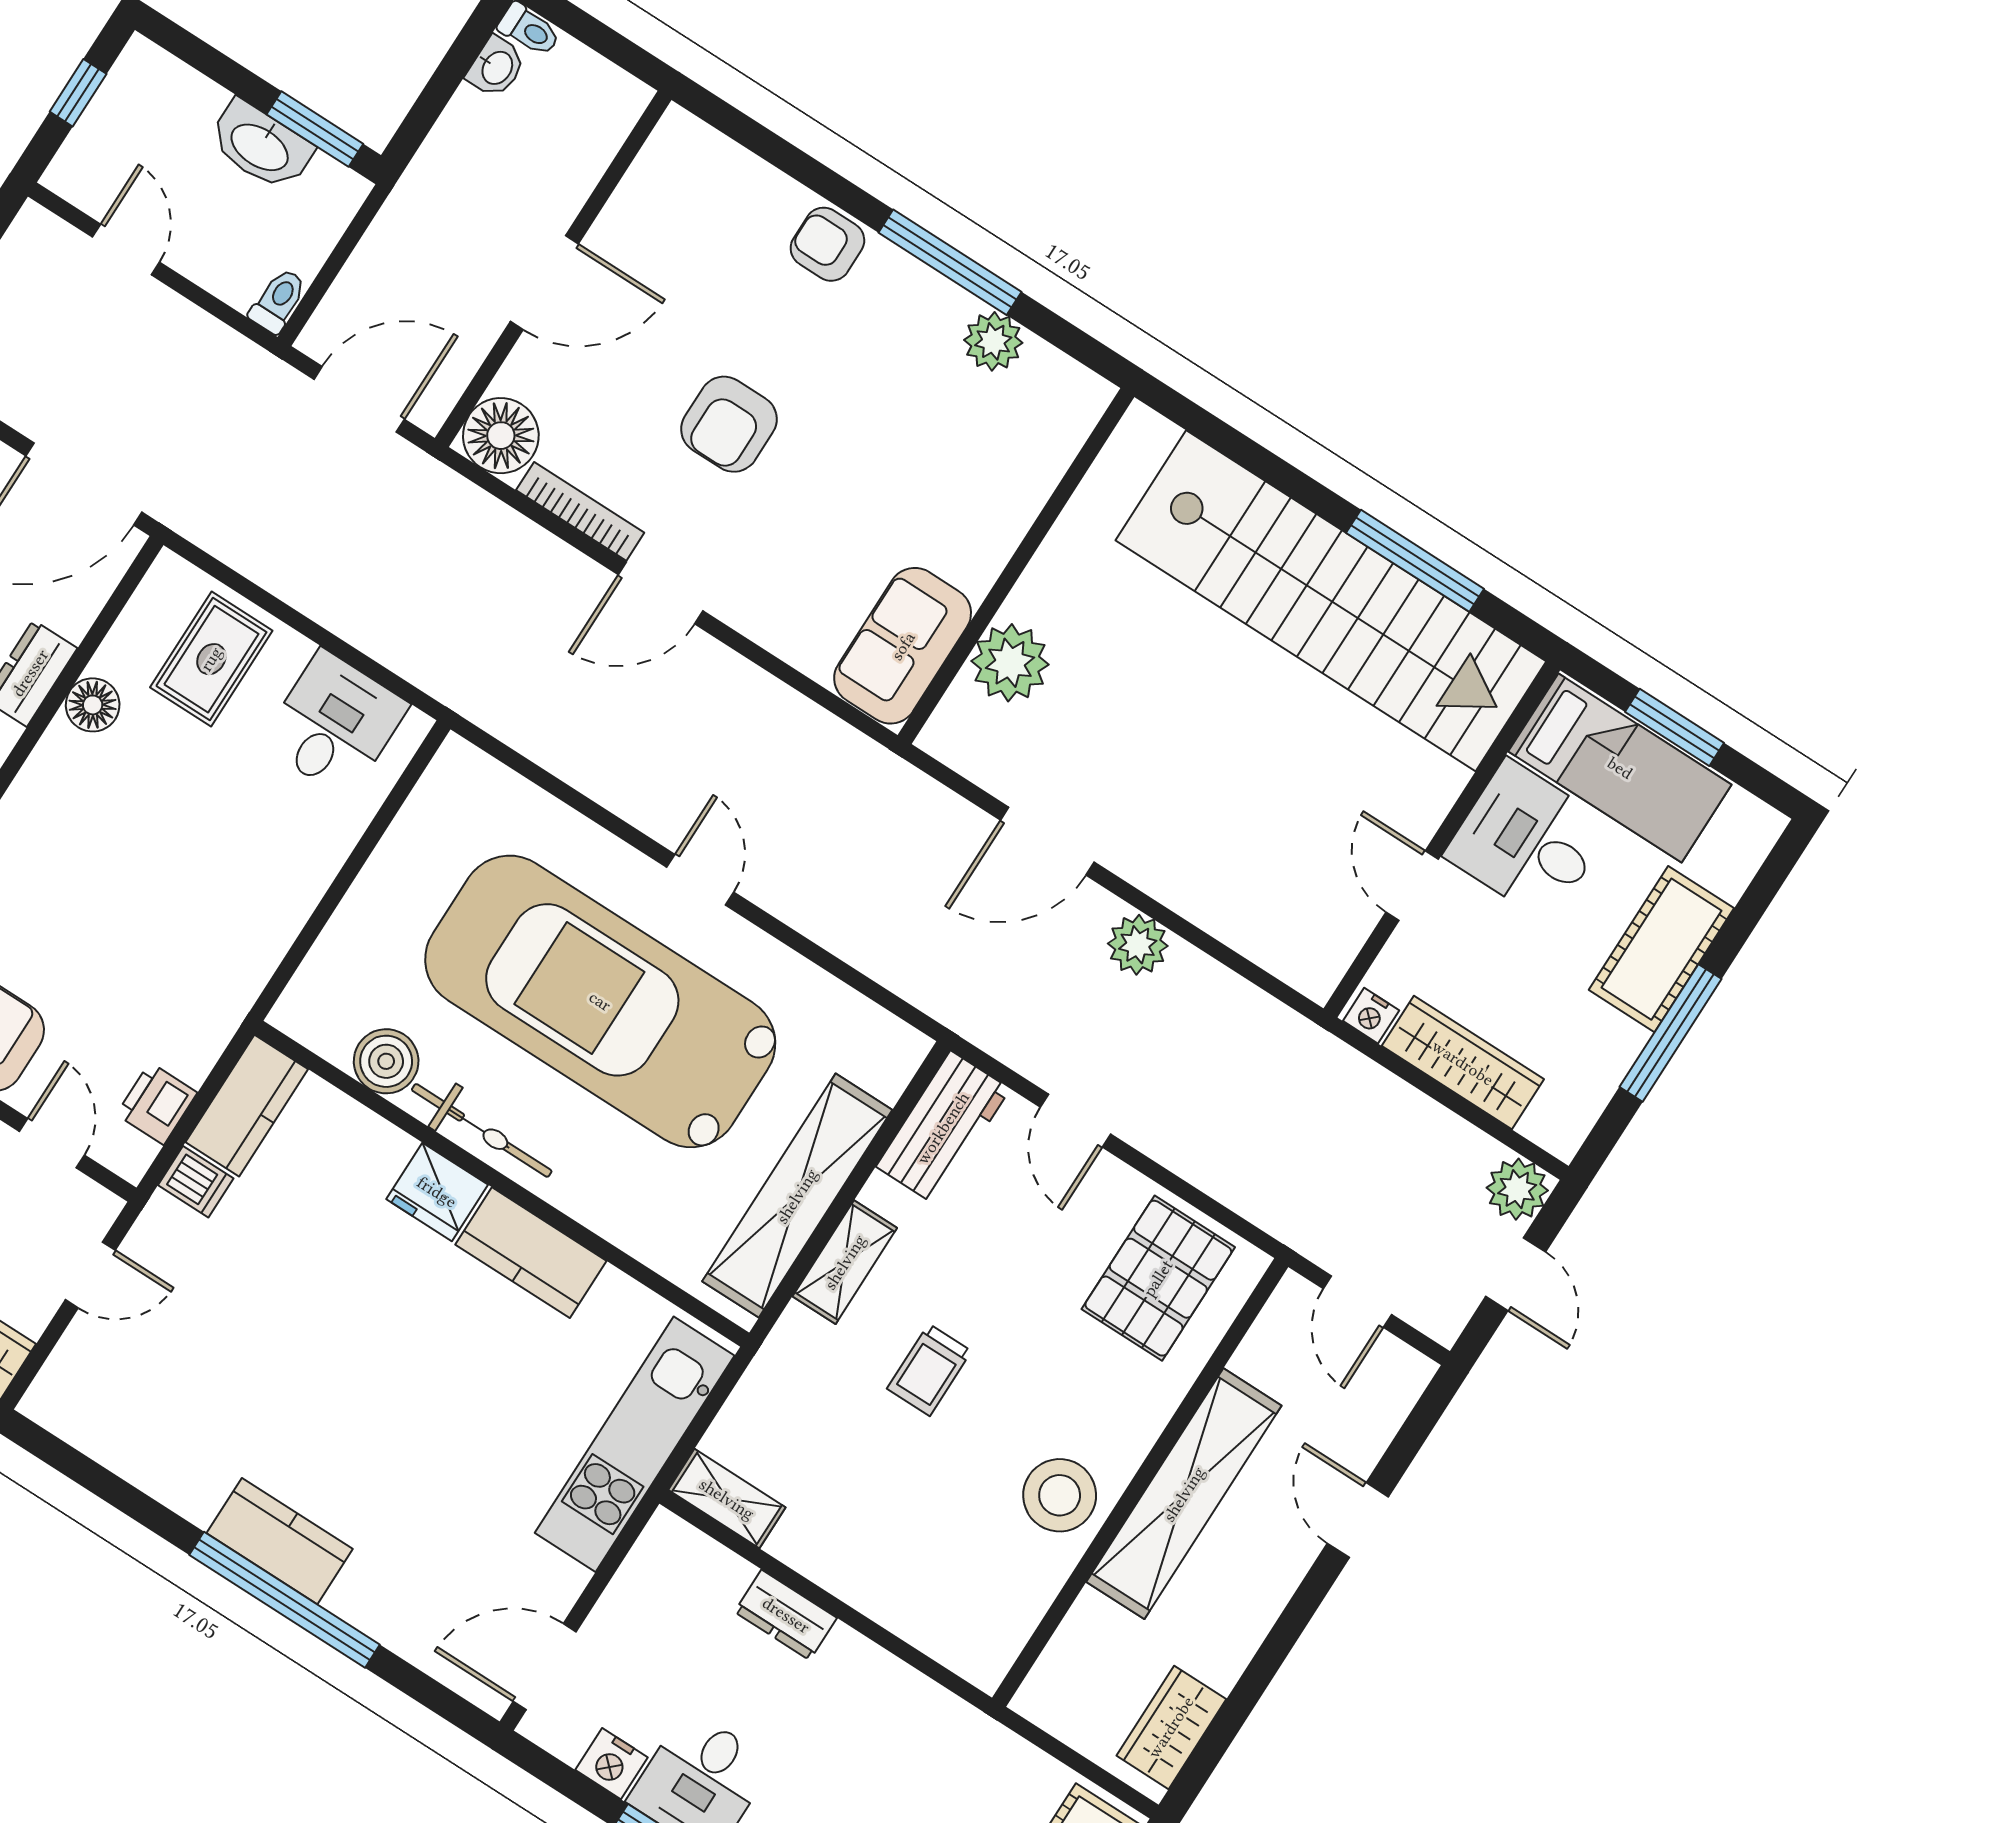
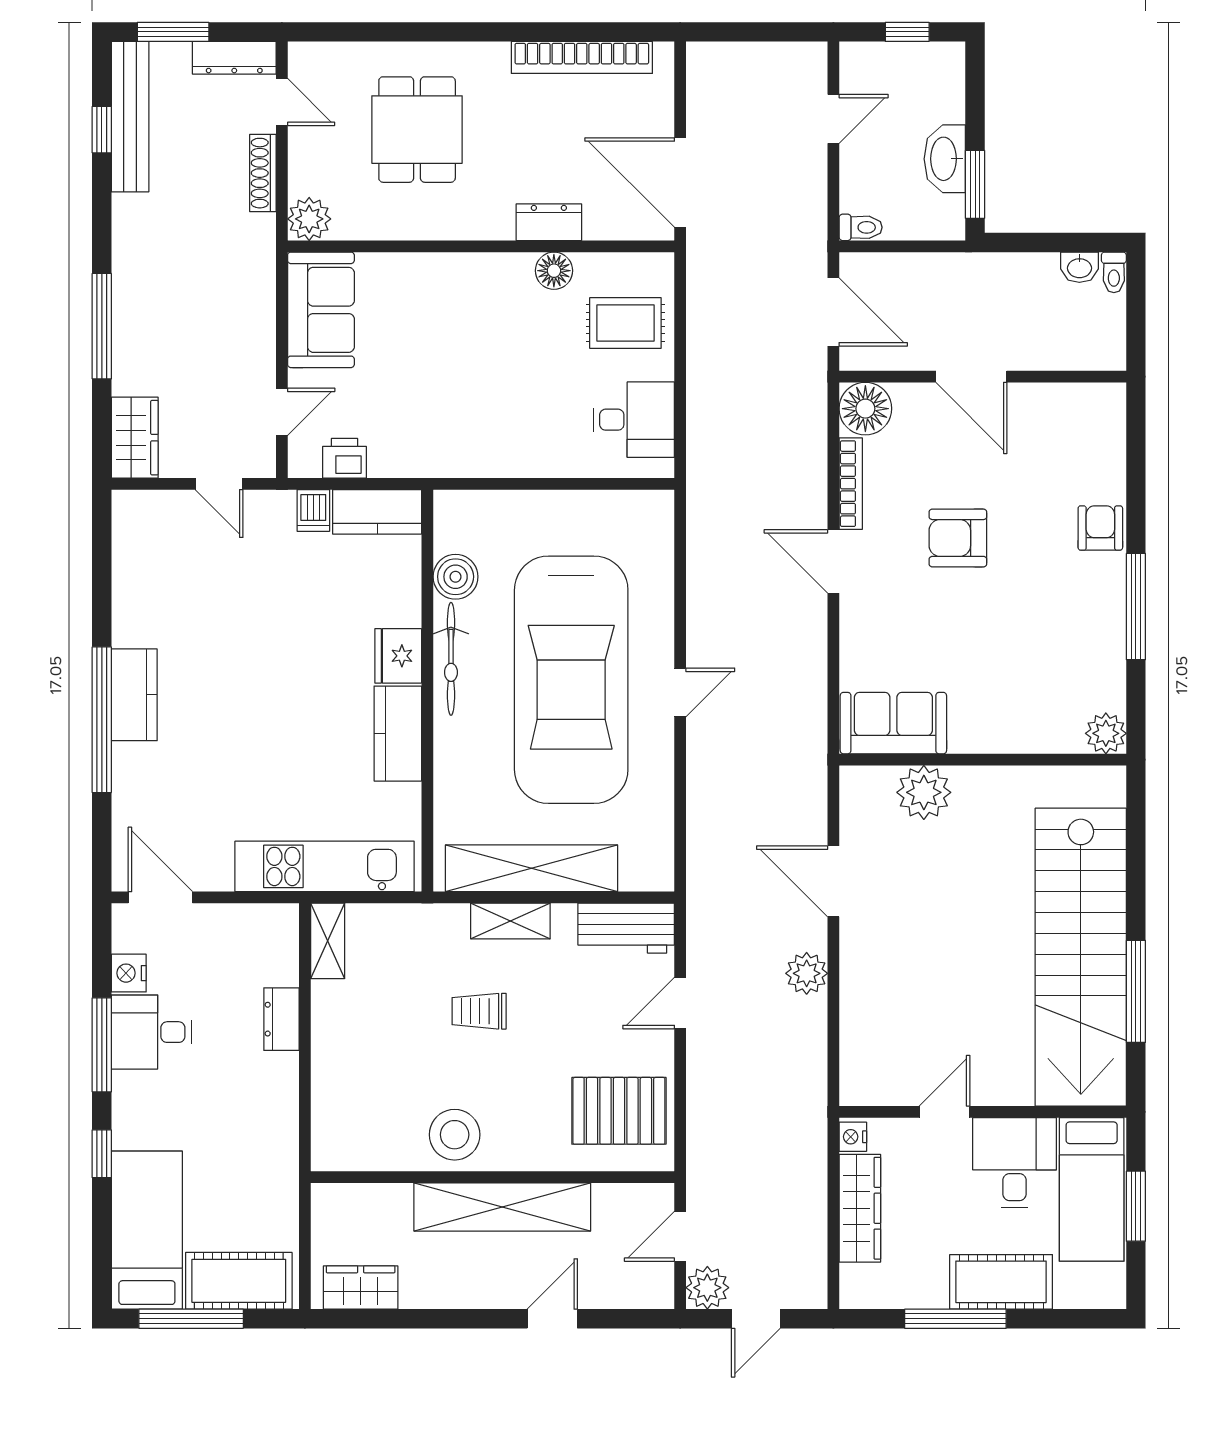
plant: (993, 341) -> (1106, 733), moved
car: (600, 1001) -> (571, 680), turned 180
plant: (1517, 1189) -> (707, 1288), moved

